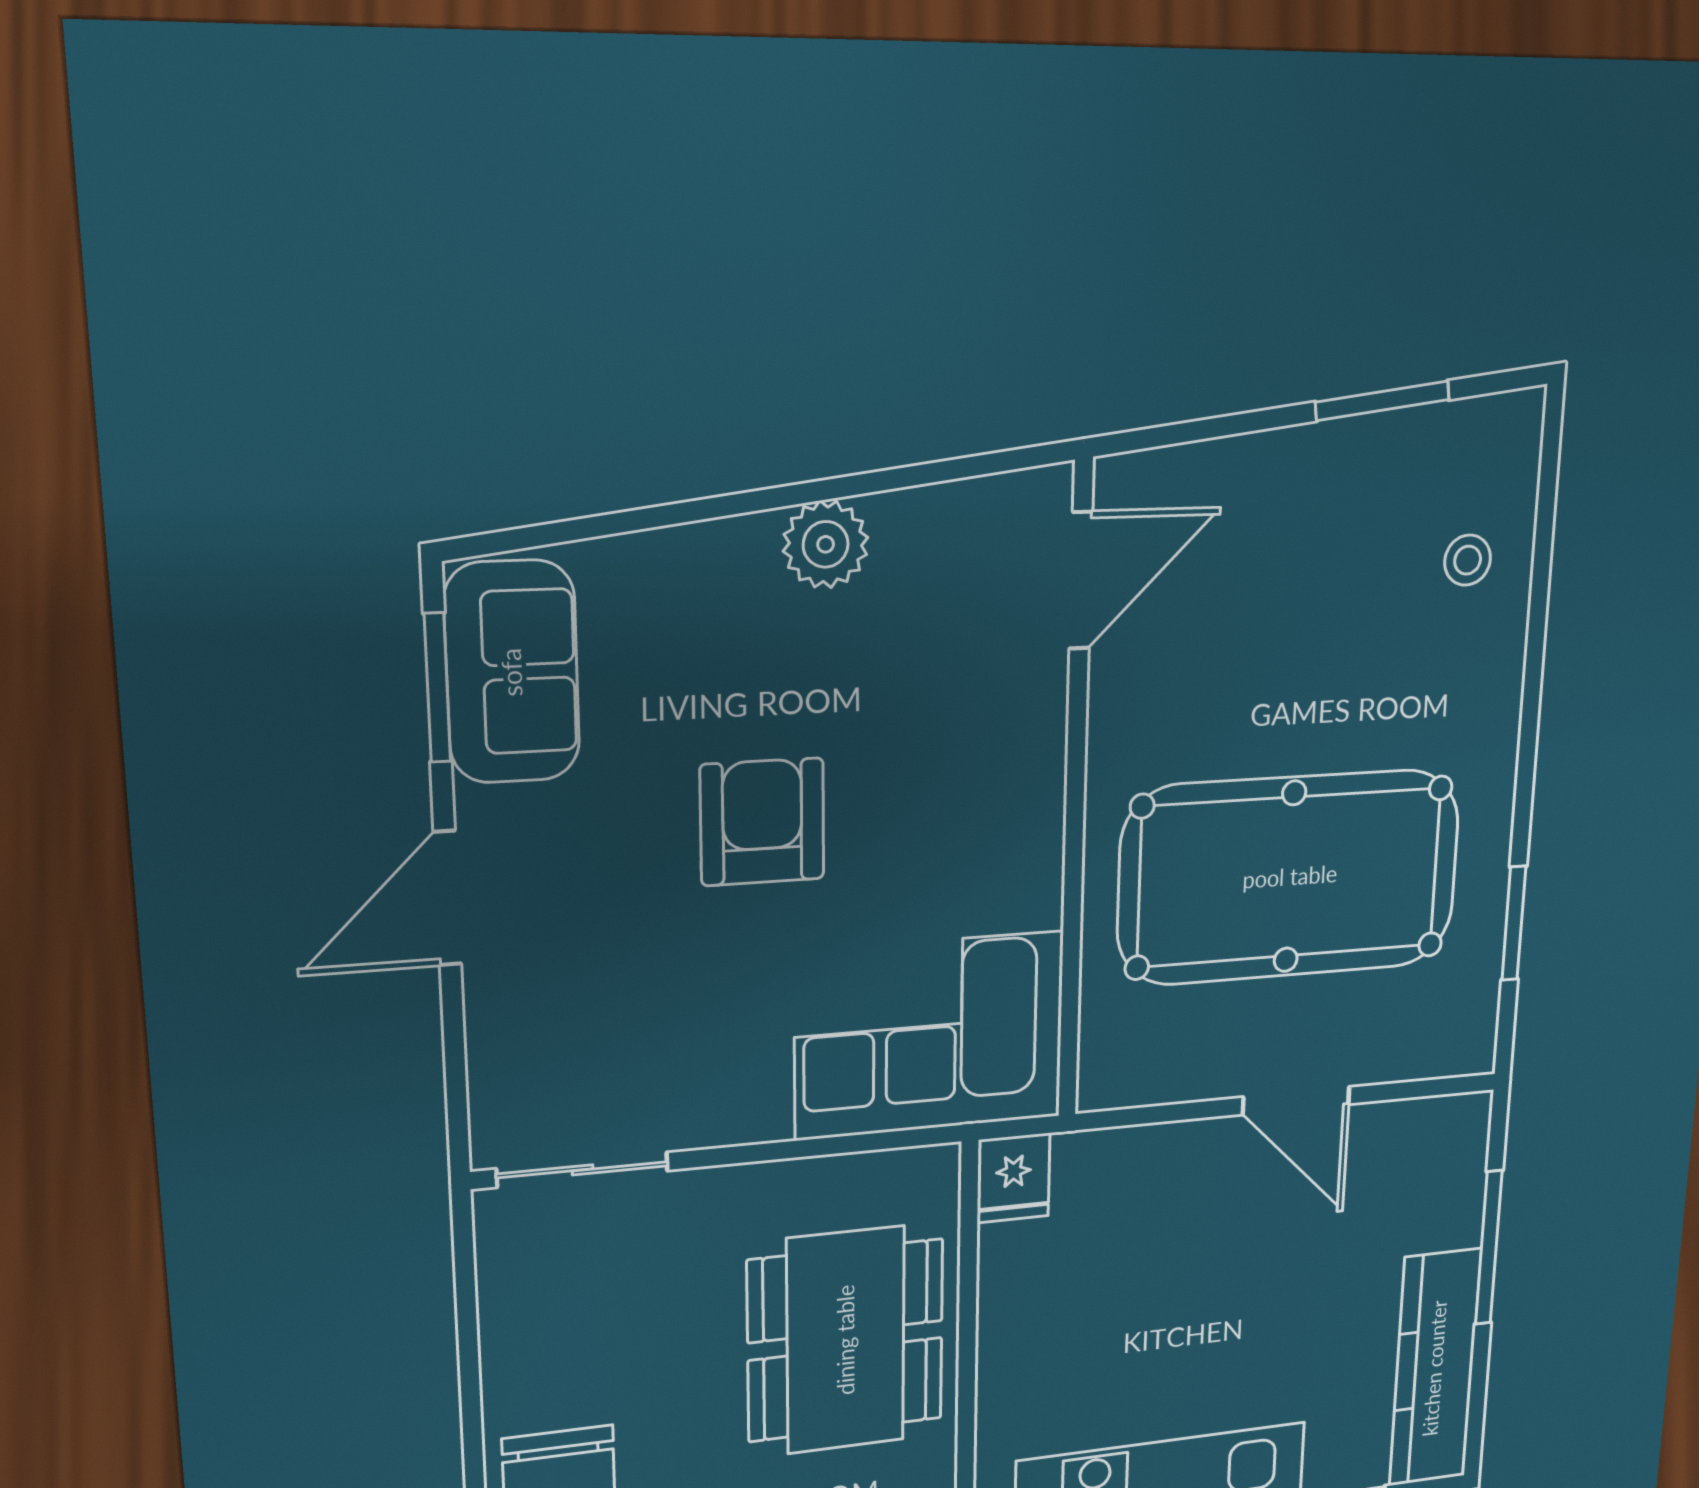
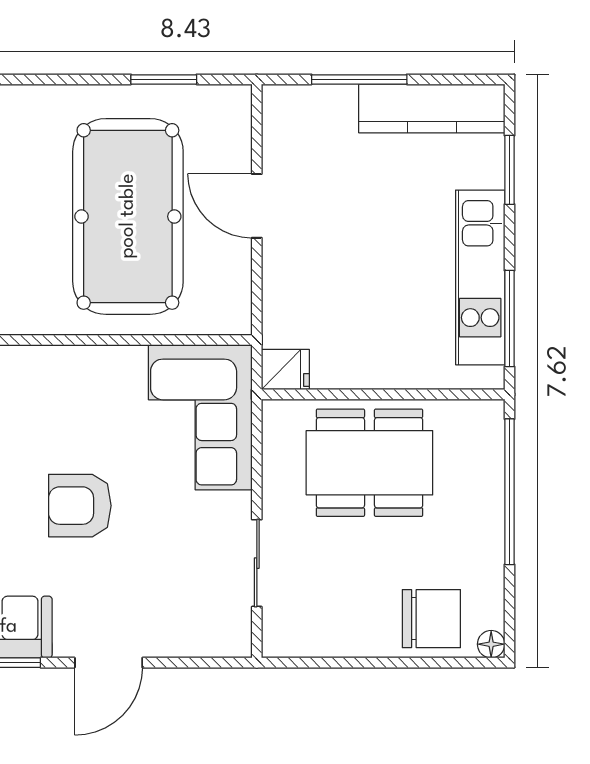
door: (447, 898) -> (109, 663), hinge flipped
door: (1296, 1101) -> (257, 206), swing flipped
sliding door: (583, 1170) -> (257, 563), moved

